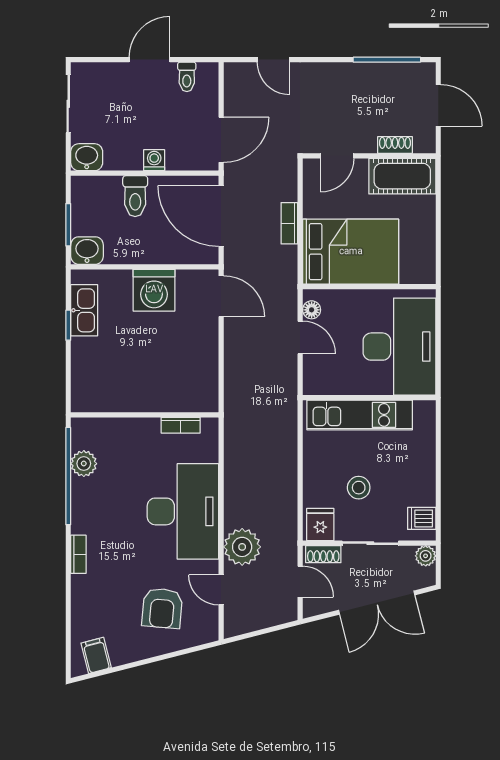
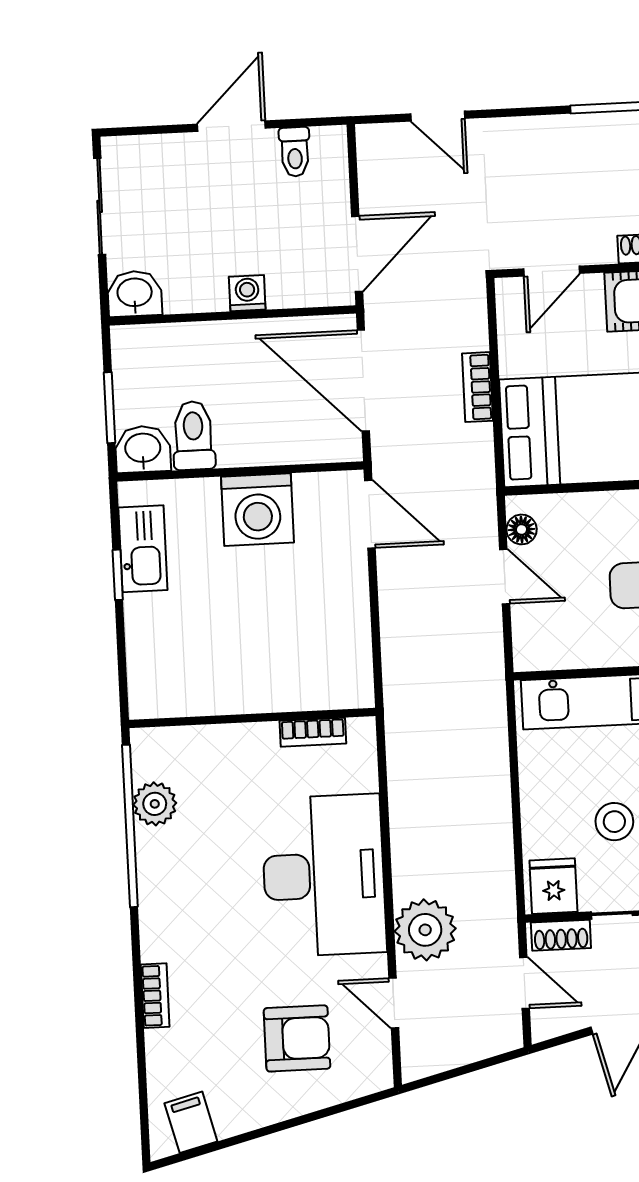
toilet: (135, 196) -> (193, 435), moved, turned 180
bookcase: (78, 554) -> (155, 996), moved
armchair: (162, 608) -> (297, 1038), turned -95

